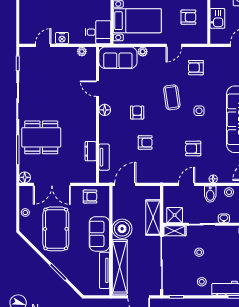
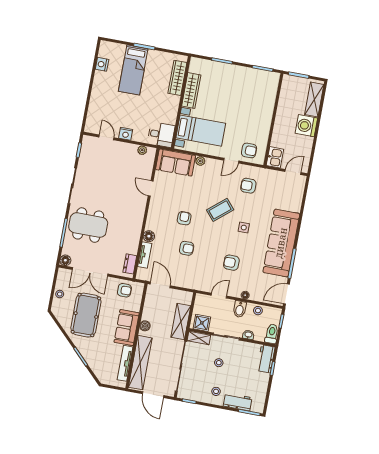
armchair: (188, 17) -> (249, 150), moved
kitchen sink: (217, 18) -> (275, 157), moved
door: (43, 45) -> (106, 137), hinge flipped
coffee table: (172, 97) -> (220, 210), turned 58
floor lamp: (105, 110) -> (149, 236), moved
dresser: (91, 151) -> (130, 264), moved
door: (125, 184) -> (160, 285), hinge flipped
boiler: (122, 229) -> (145, 326), width x0.54, depth x0.54

